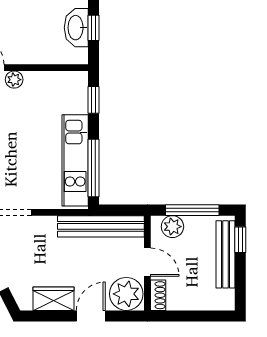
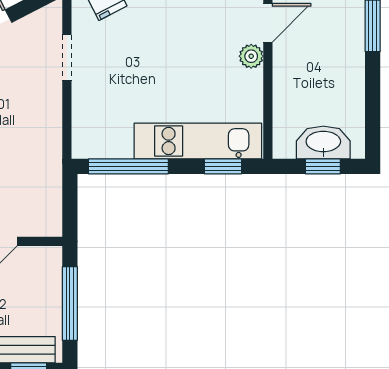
kitchen unit: (75, 160) -> (198, 141), moved
bench: (101, 226) -> (47, 177), removed
plant: (172, 227) -> (47, 276), removed

